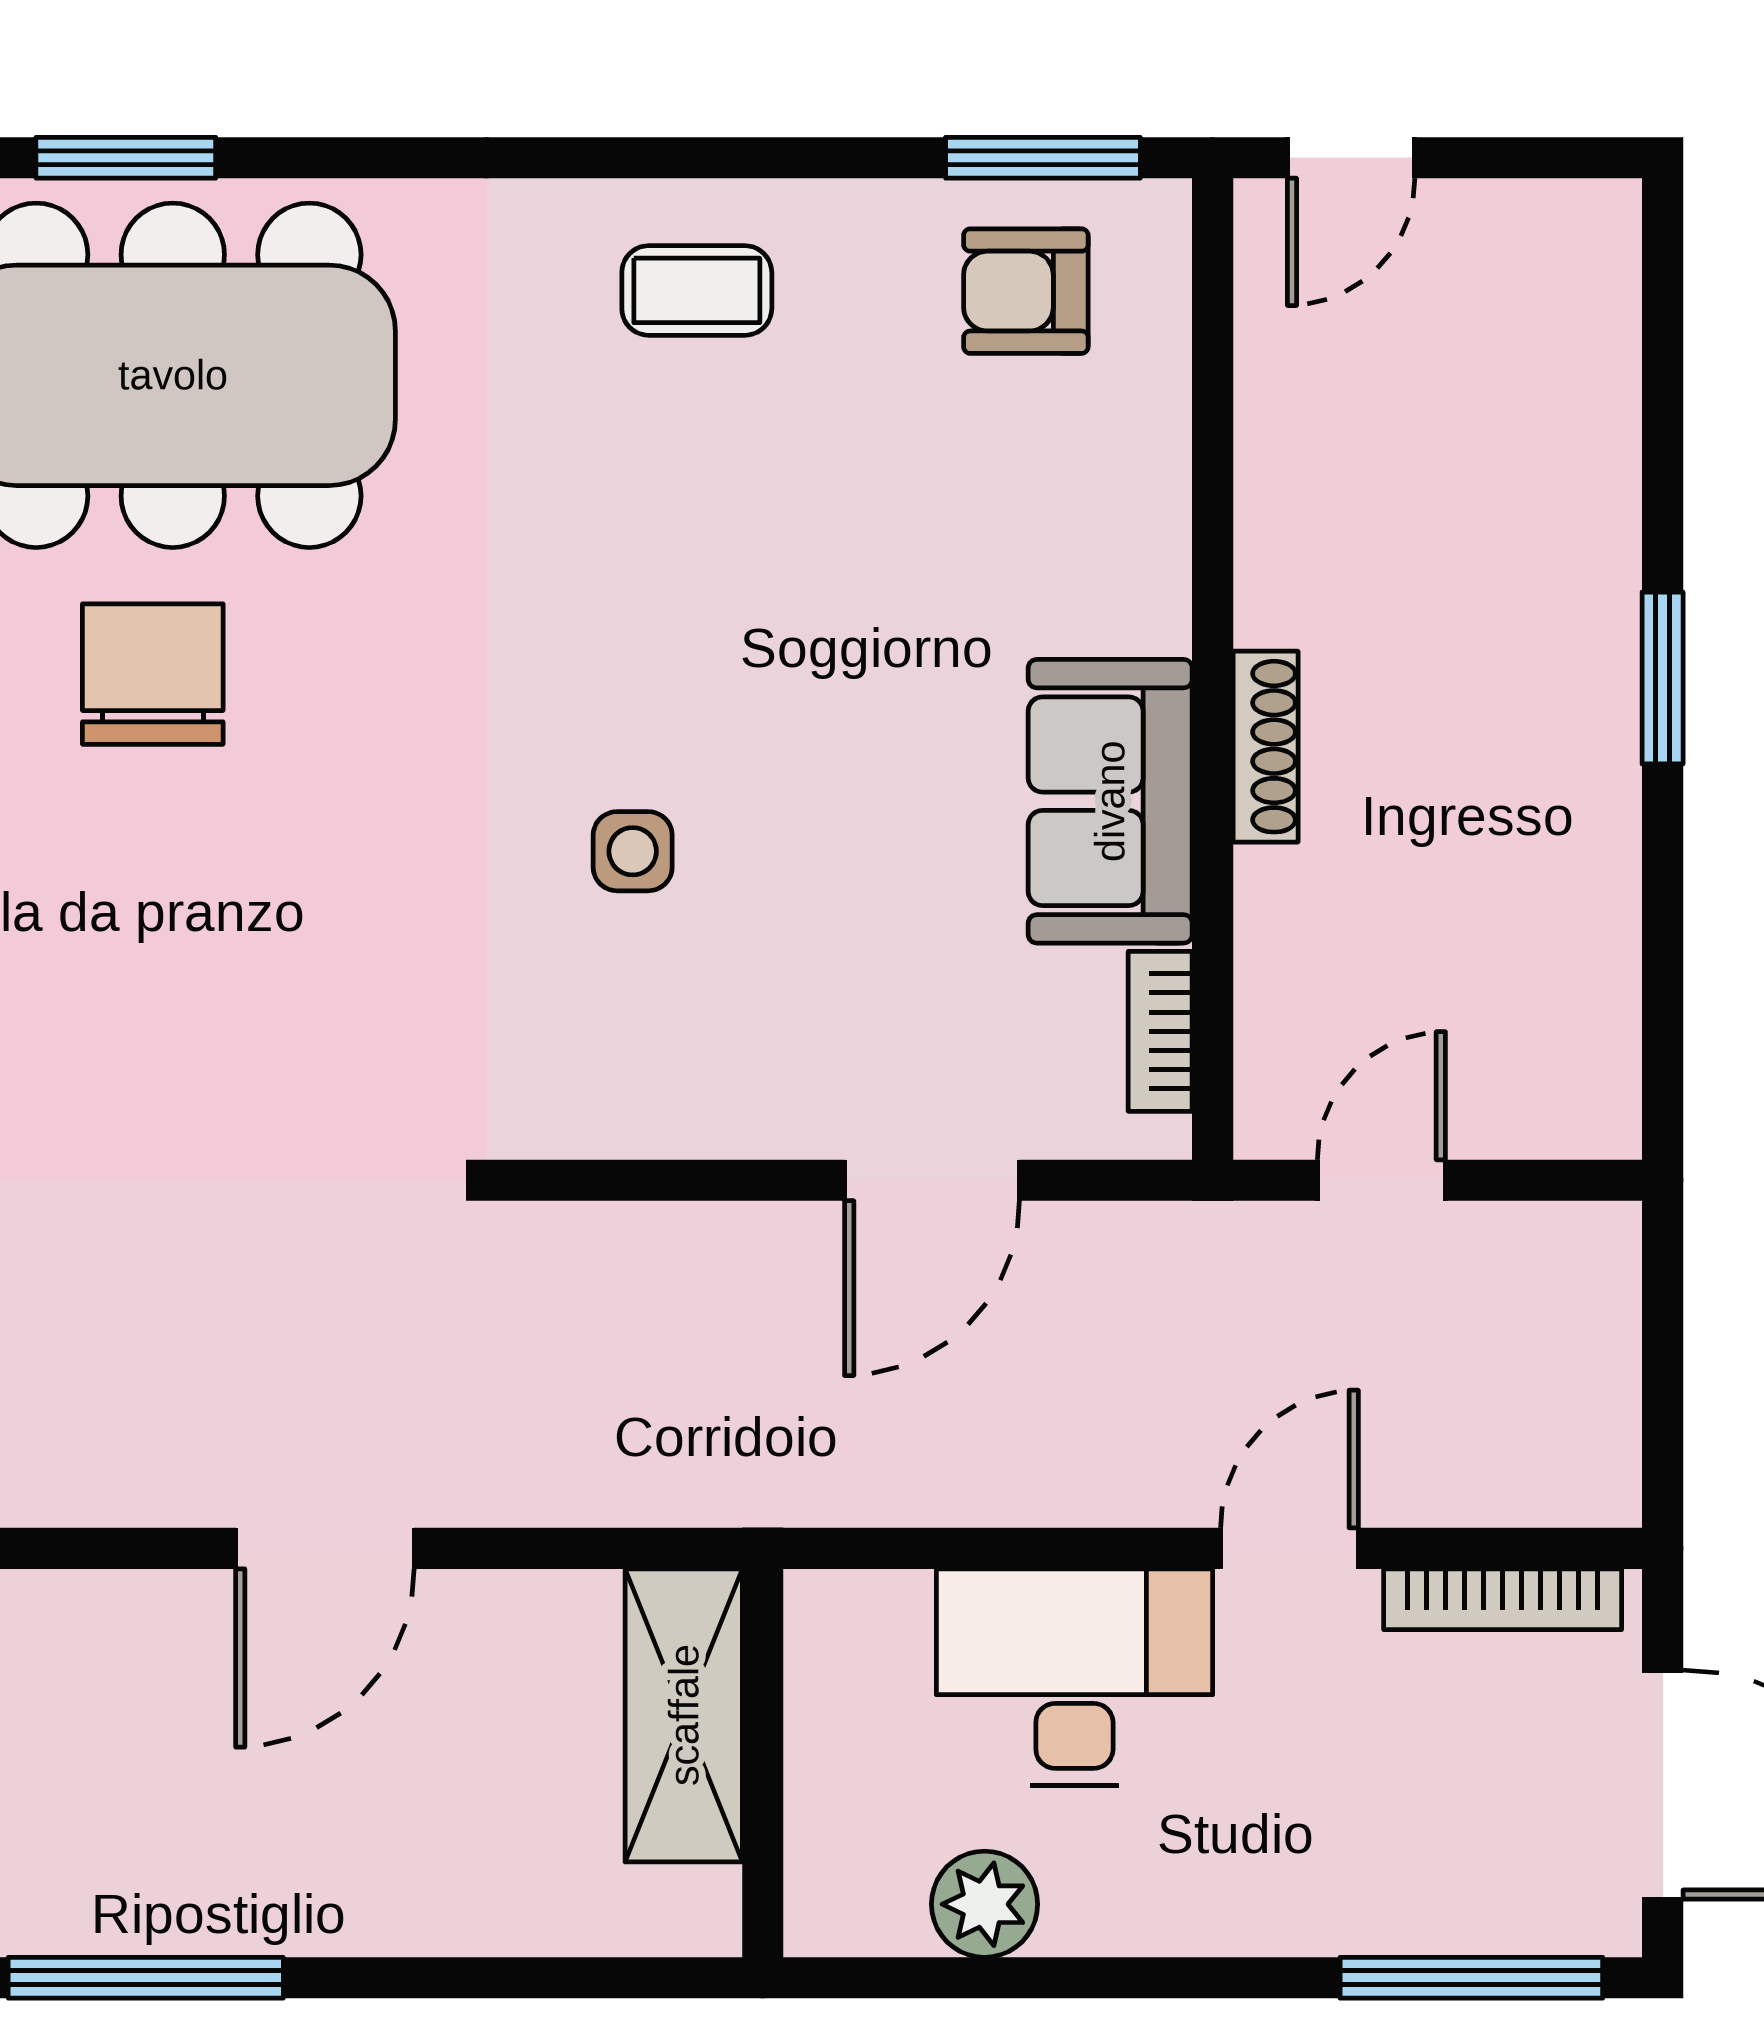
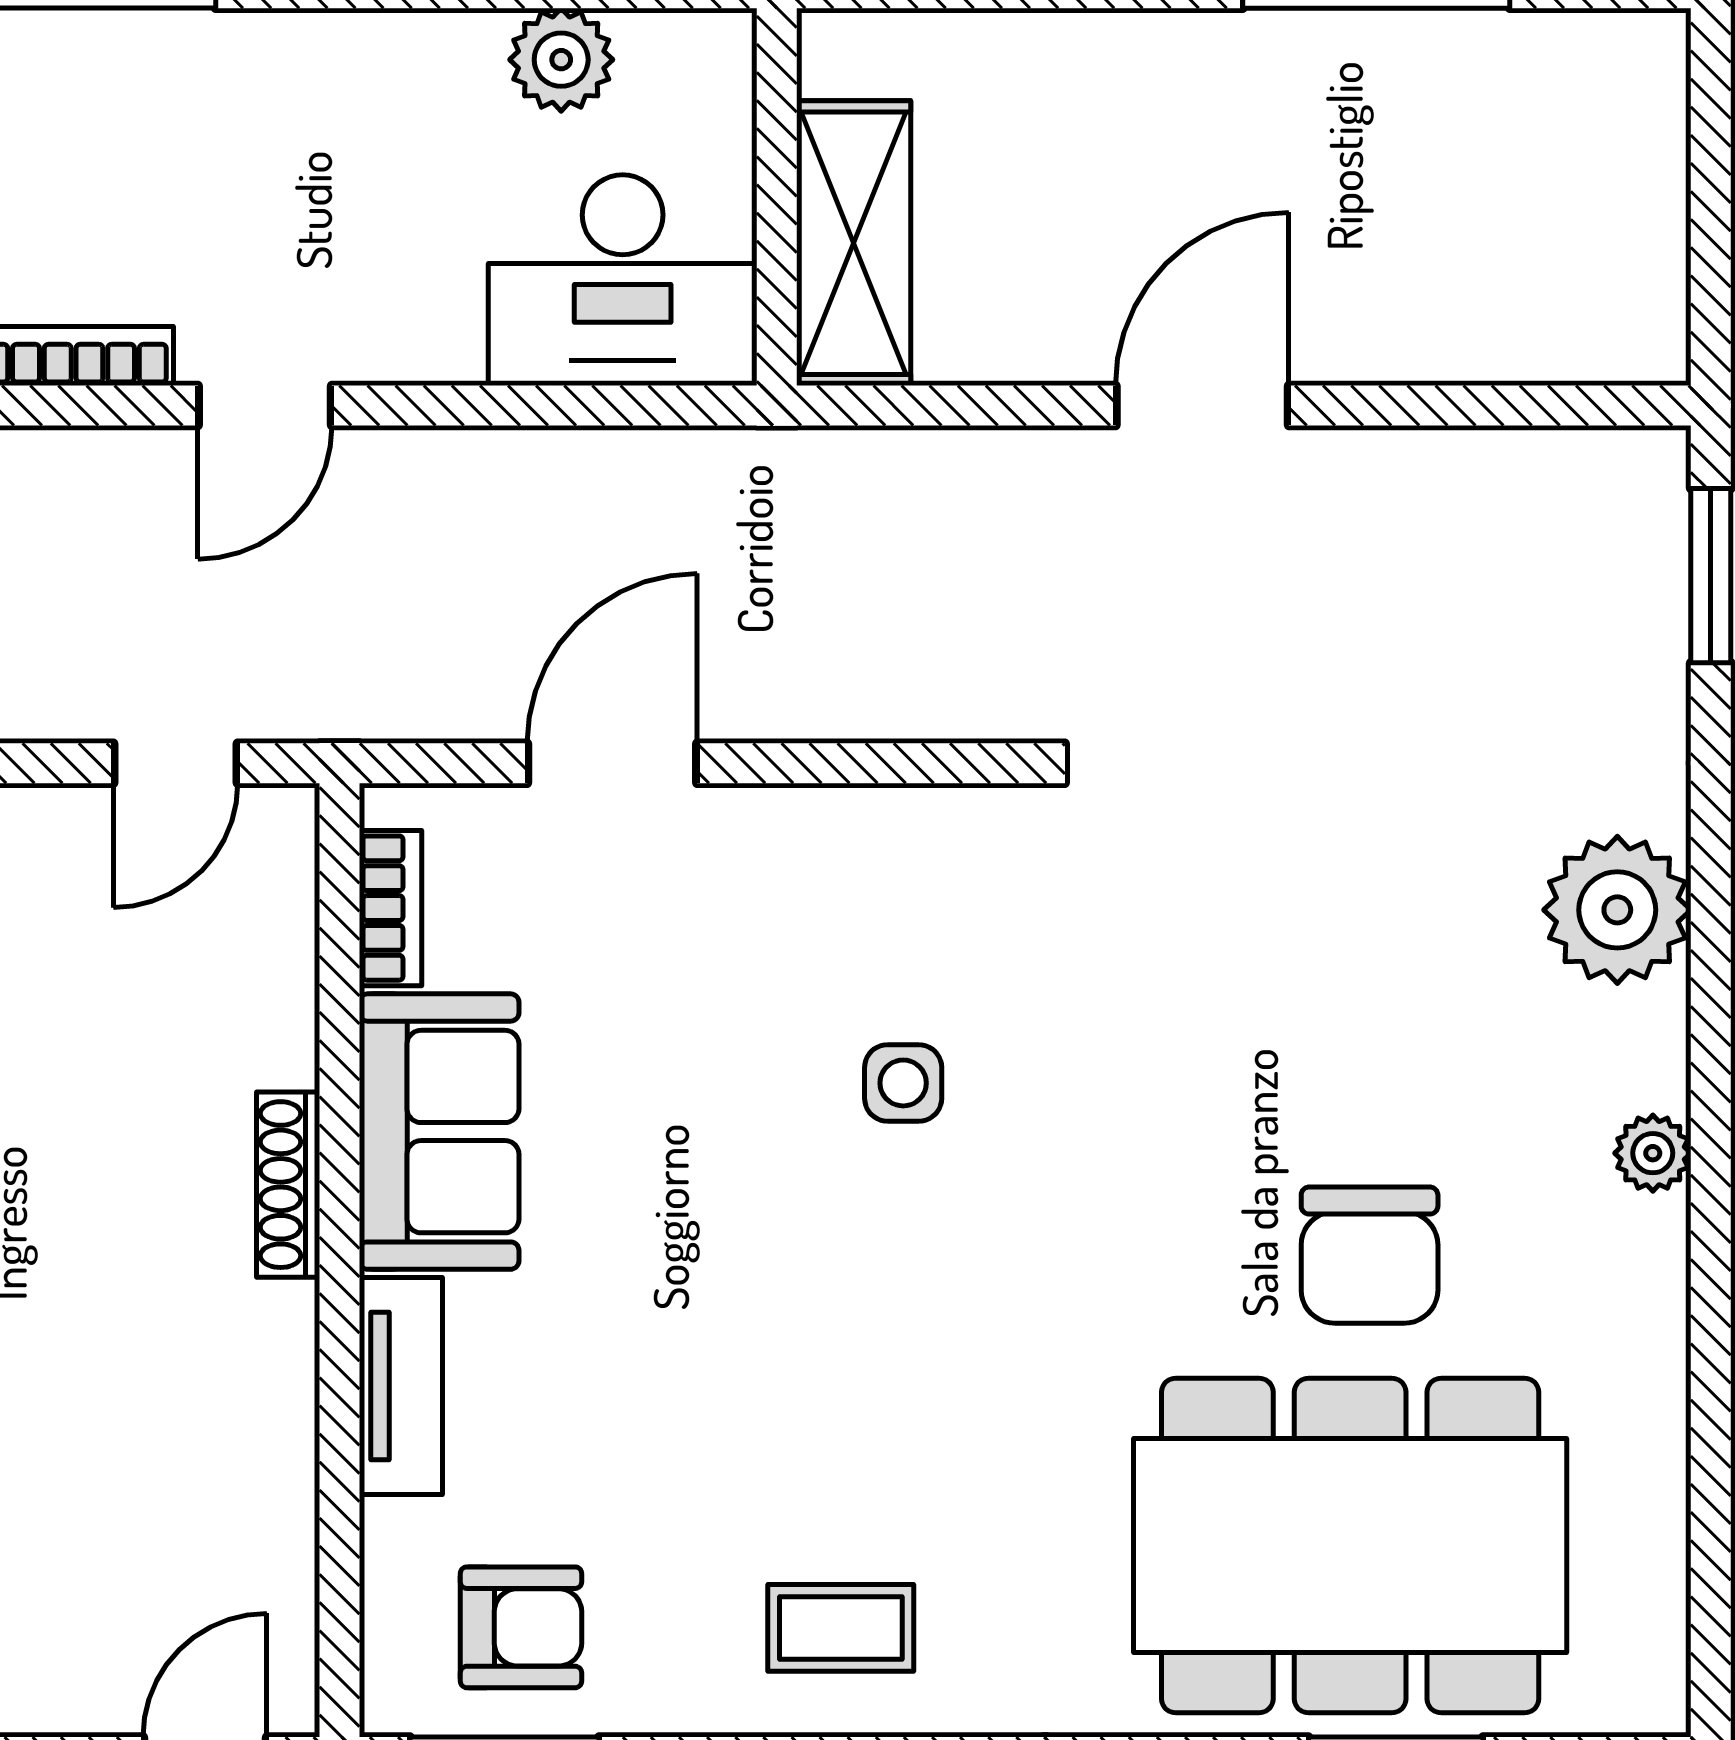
tv unit: (1150, 539) -> (401, 1386), added
desk: (1074, 1677) -> (623, 280), moved

